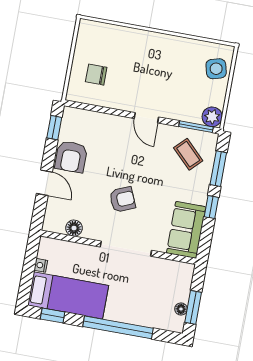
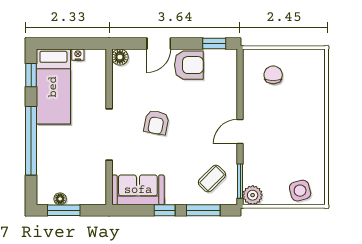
armchair: (71, 157) -> (189, 65), turned 180
armchair: (122, 199) -> (156, 122), turned 34
floor lamp: (74, 228) -> (120, 57), moved

